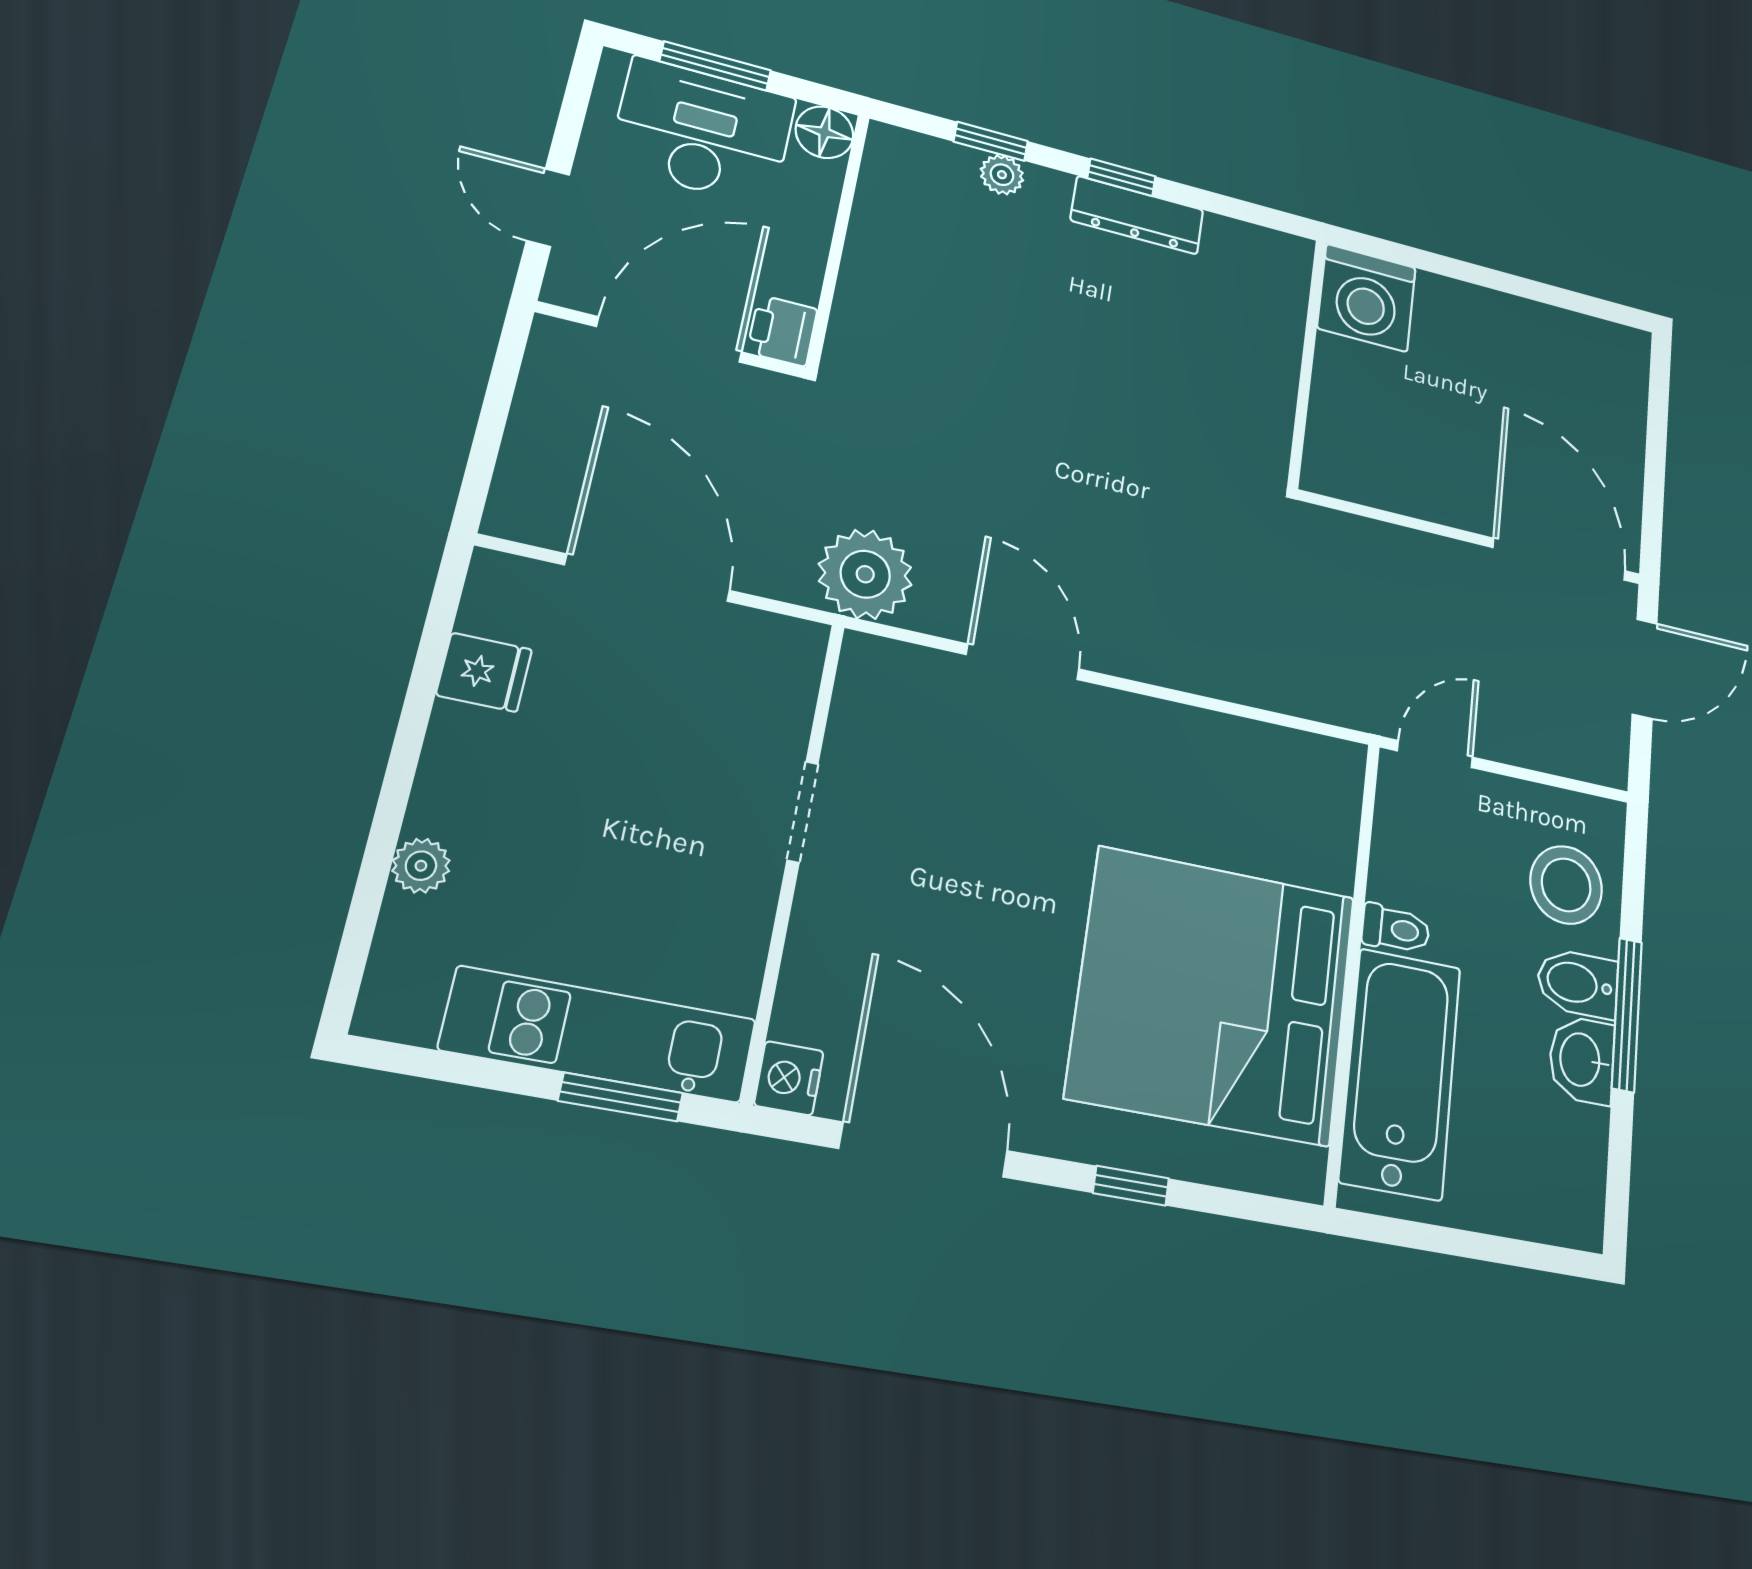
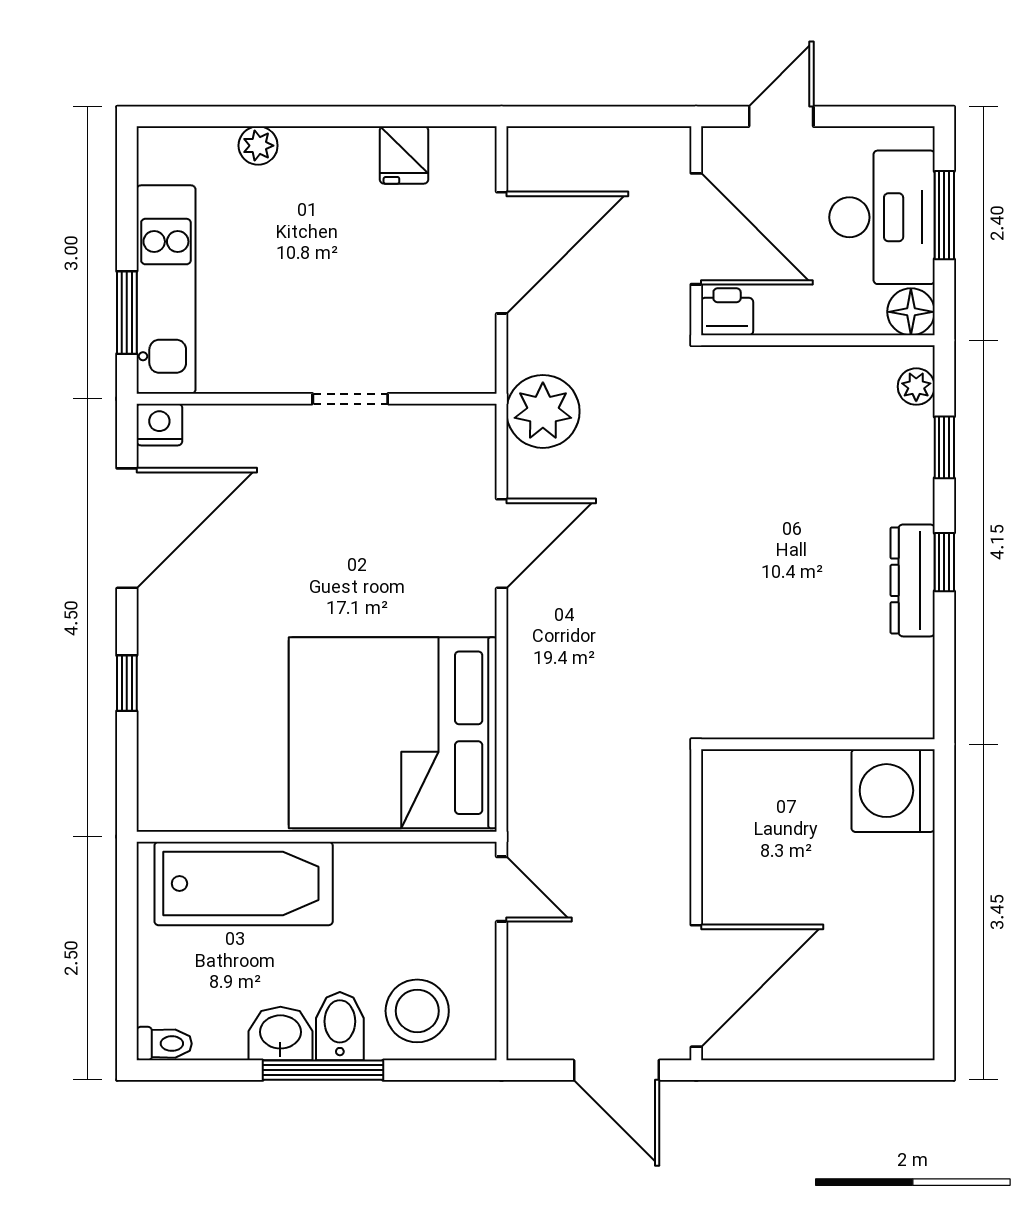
plant: (1002, 175) -> (916, 387), moved
toilet: (1396, 929) -> (164, 1044), moved, turned -90
bed: (1213, 995) -> (393, 733), moved, turned -90

